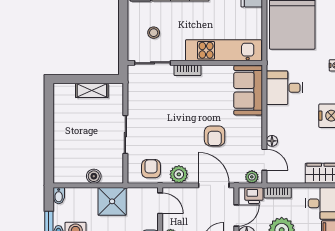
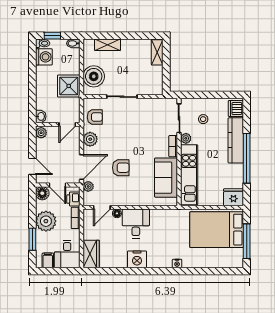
plant: (178, 54) -> (186, 138), added
desk: (285, 88) -> (136, 224), moved
shelving: (92, 90) -> (157, 52), moved
sofa: (248, 90) -> (166, 178), moved, turned -90
armchair: (215, 136) -> (121, 168), turned 180
shelving: (60, 153) -> (108, 45), added
boiler: (94, 176) -> (94, 76), width x1.86, depth x1.86
plant: (252, 177) -> (88, 186), moved

